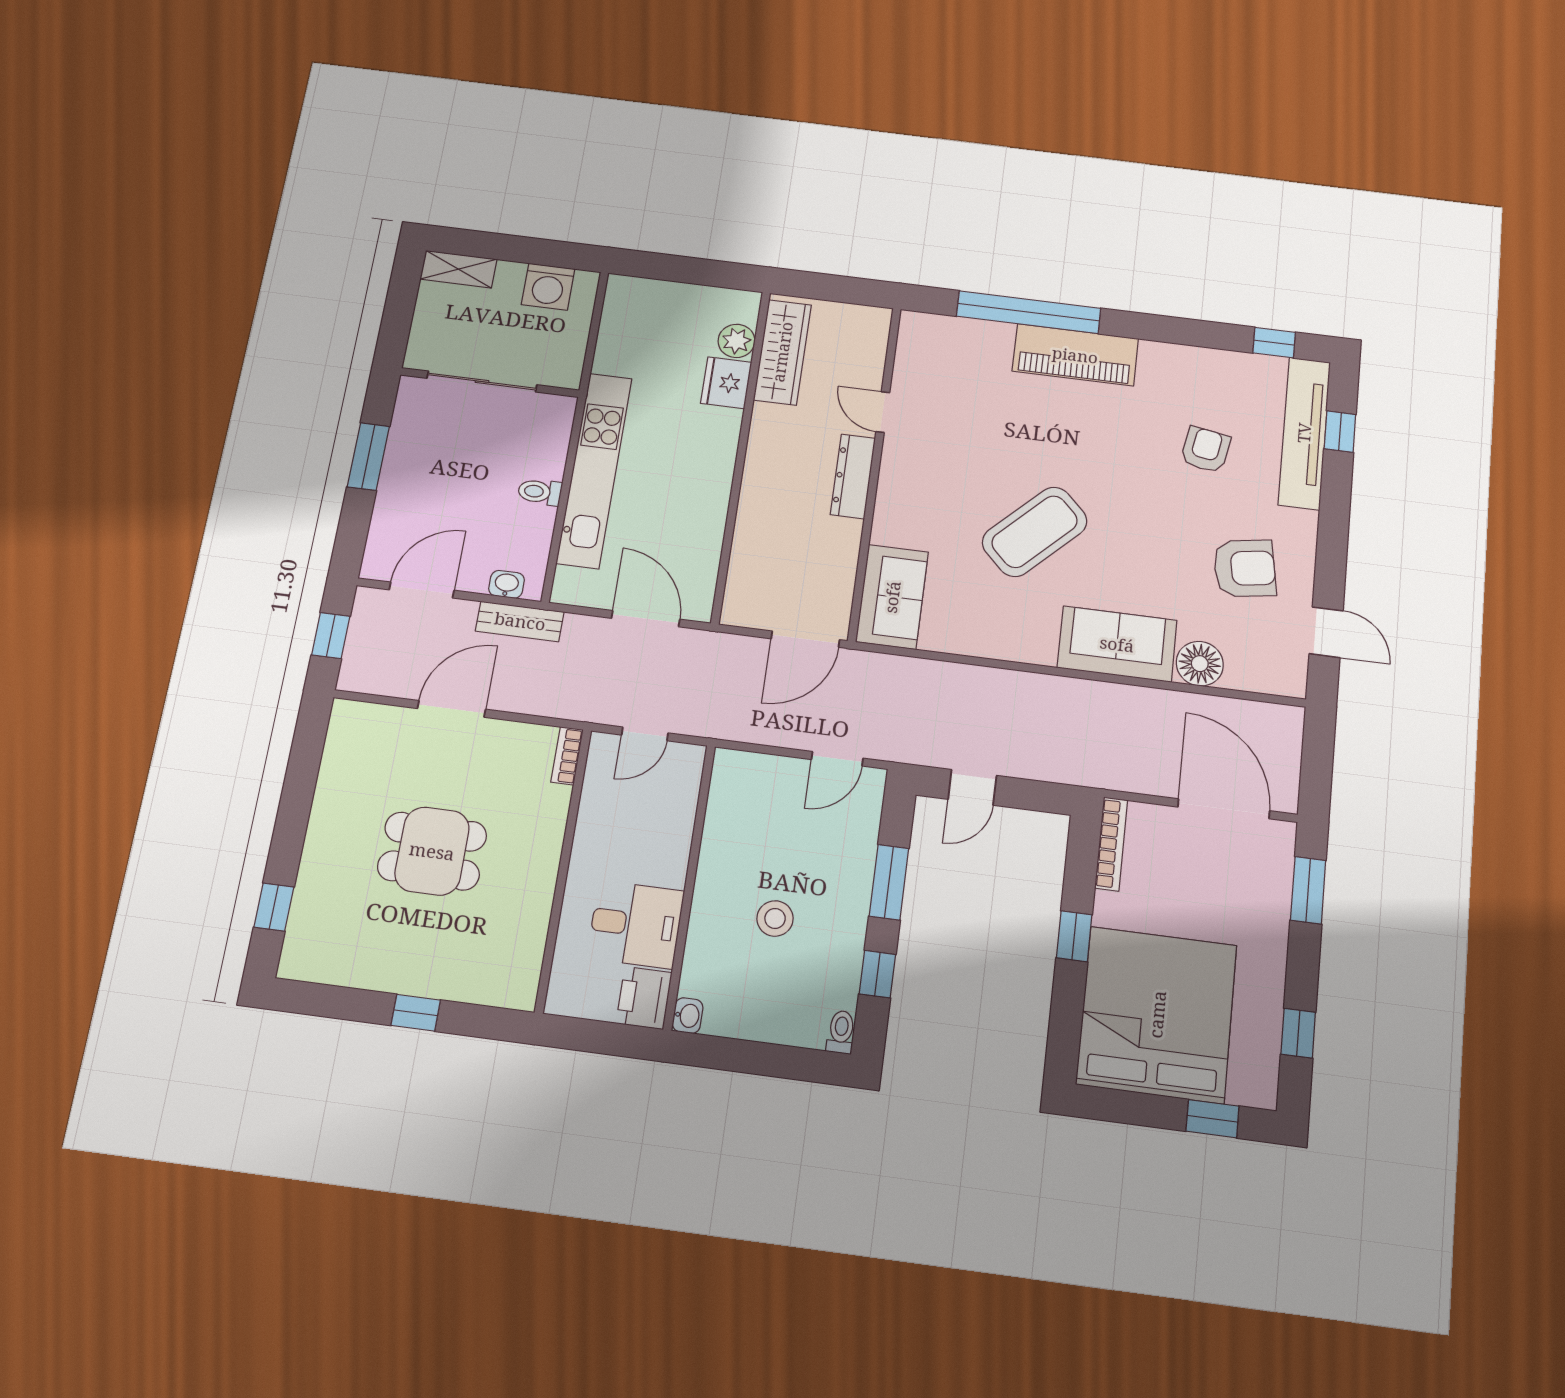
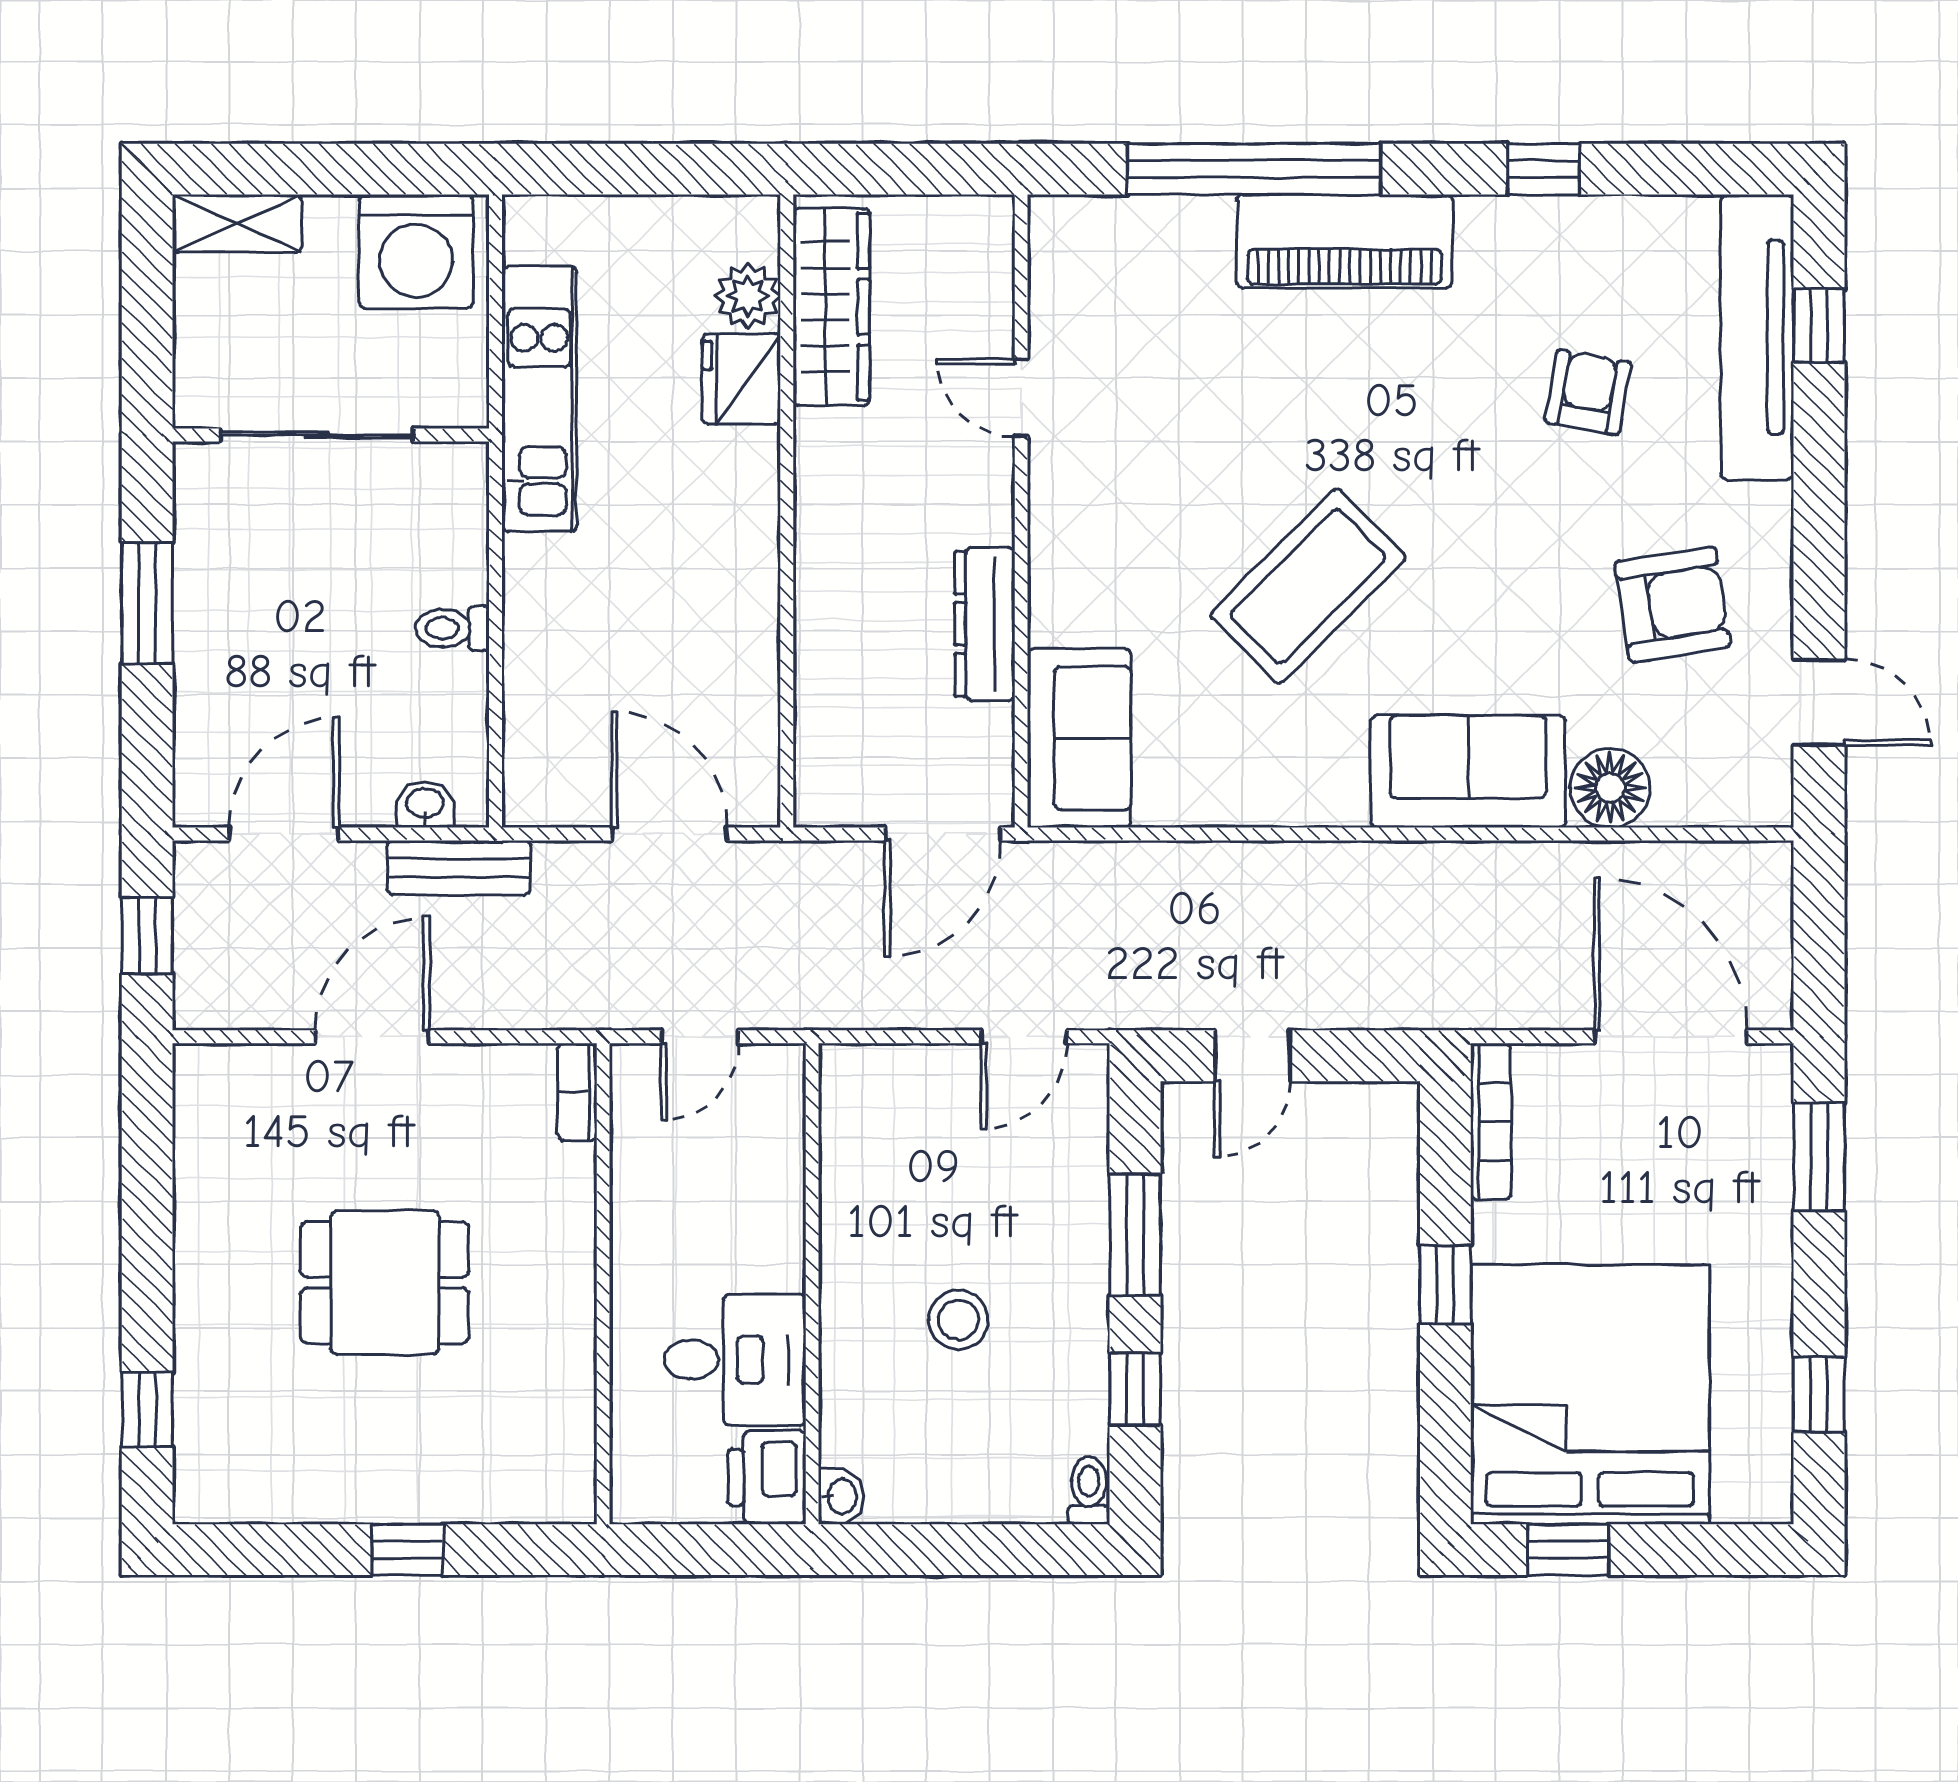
washing machine: (548, 287) -> (416, 251), width x1.37, depth x1.37
window: (1274, 343) -> (1544, 169), moved
kitchen unit: (594, 470) -> (539, 399), moved, width x0.73
dresser: (853, 476) -> (985, 624), moved
window: (1212, 1119) -> (1568, 1550), moved

